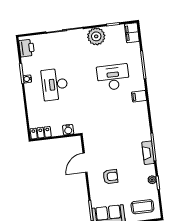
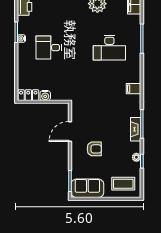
desk: (113, 77) -> (109, 48), turned 180
desk: (55, 84) -> (49, 48), width x0.73
filing cabinet: (139, 96) -> (134, 89), moved
water cooler: (68, 130) -> (45, 96), moved

